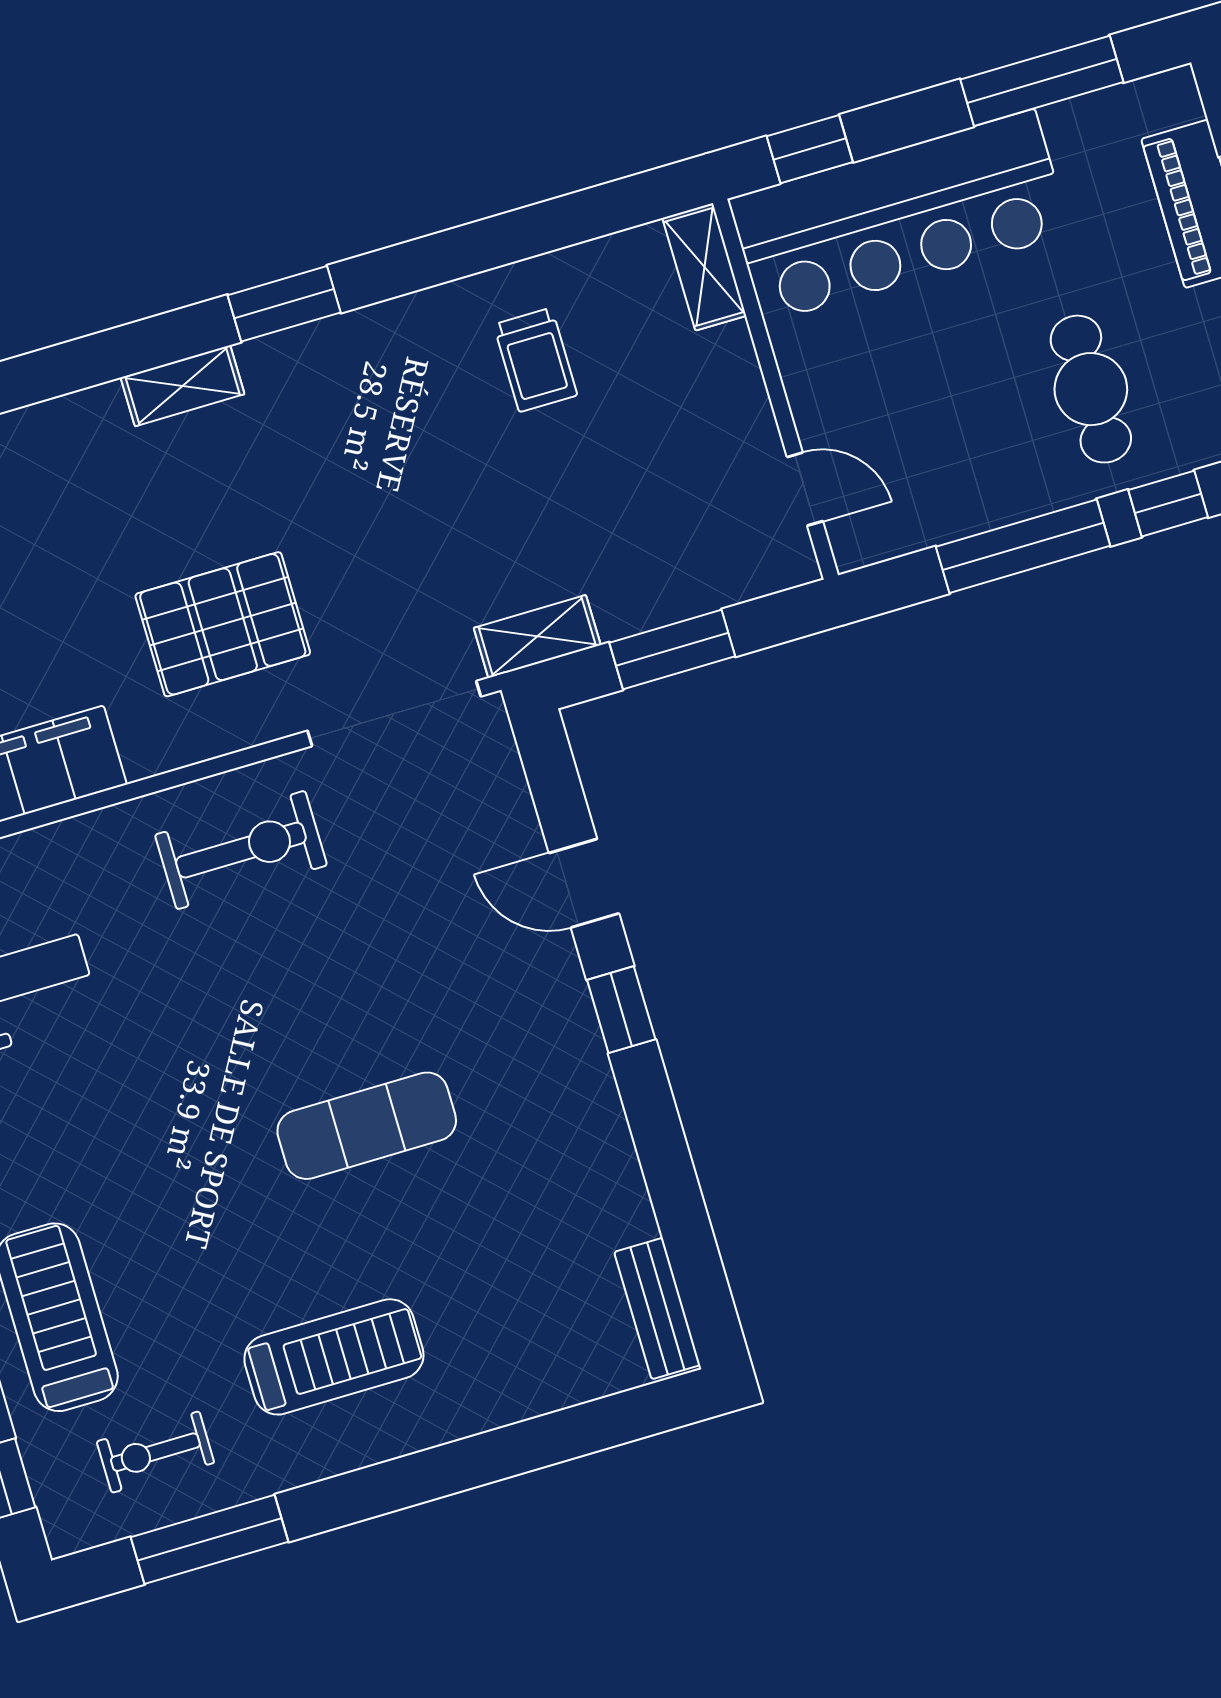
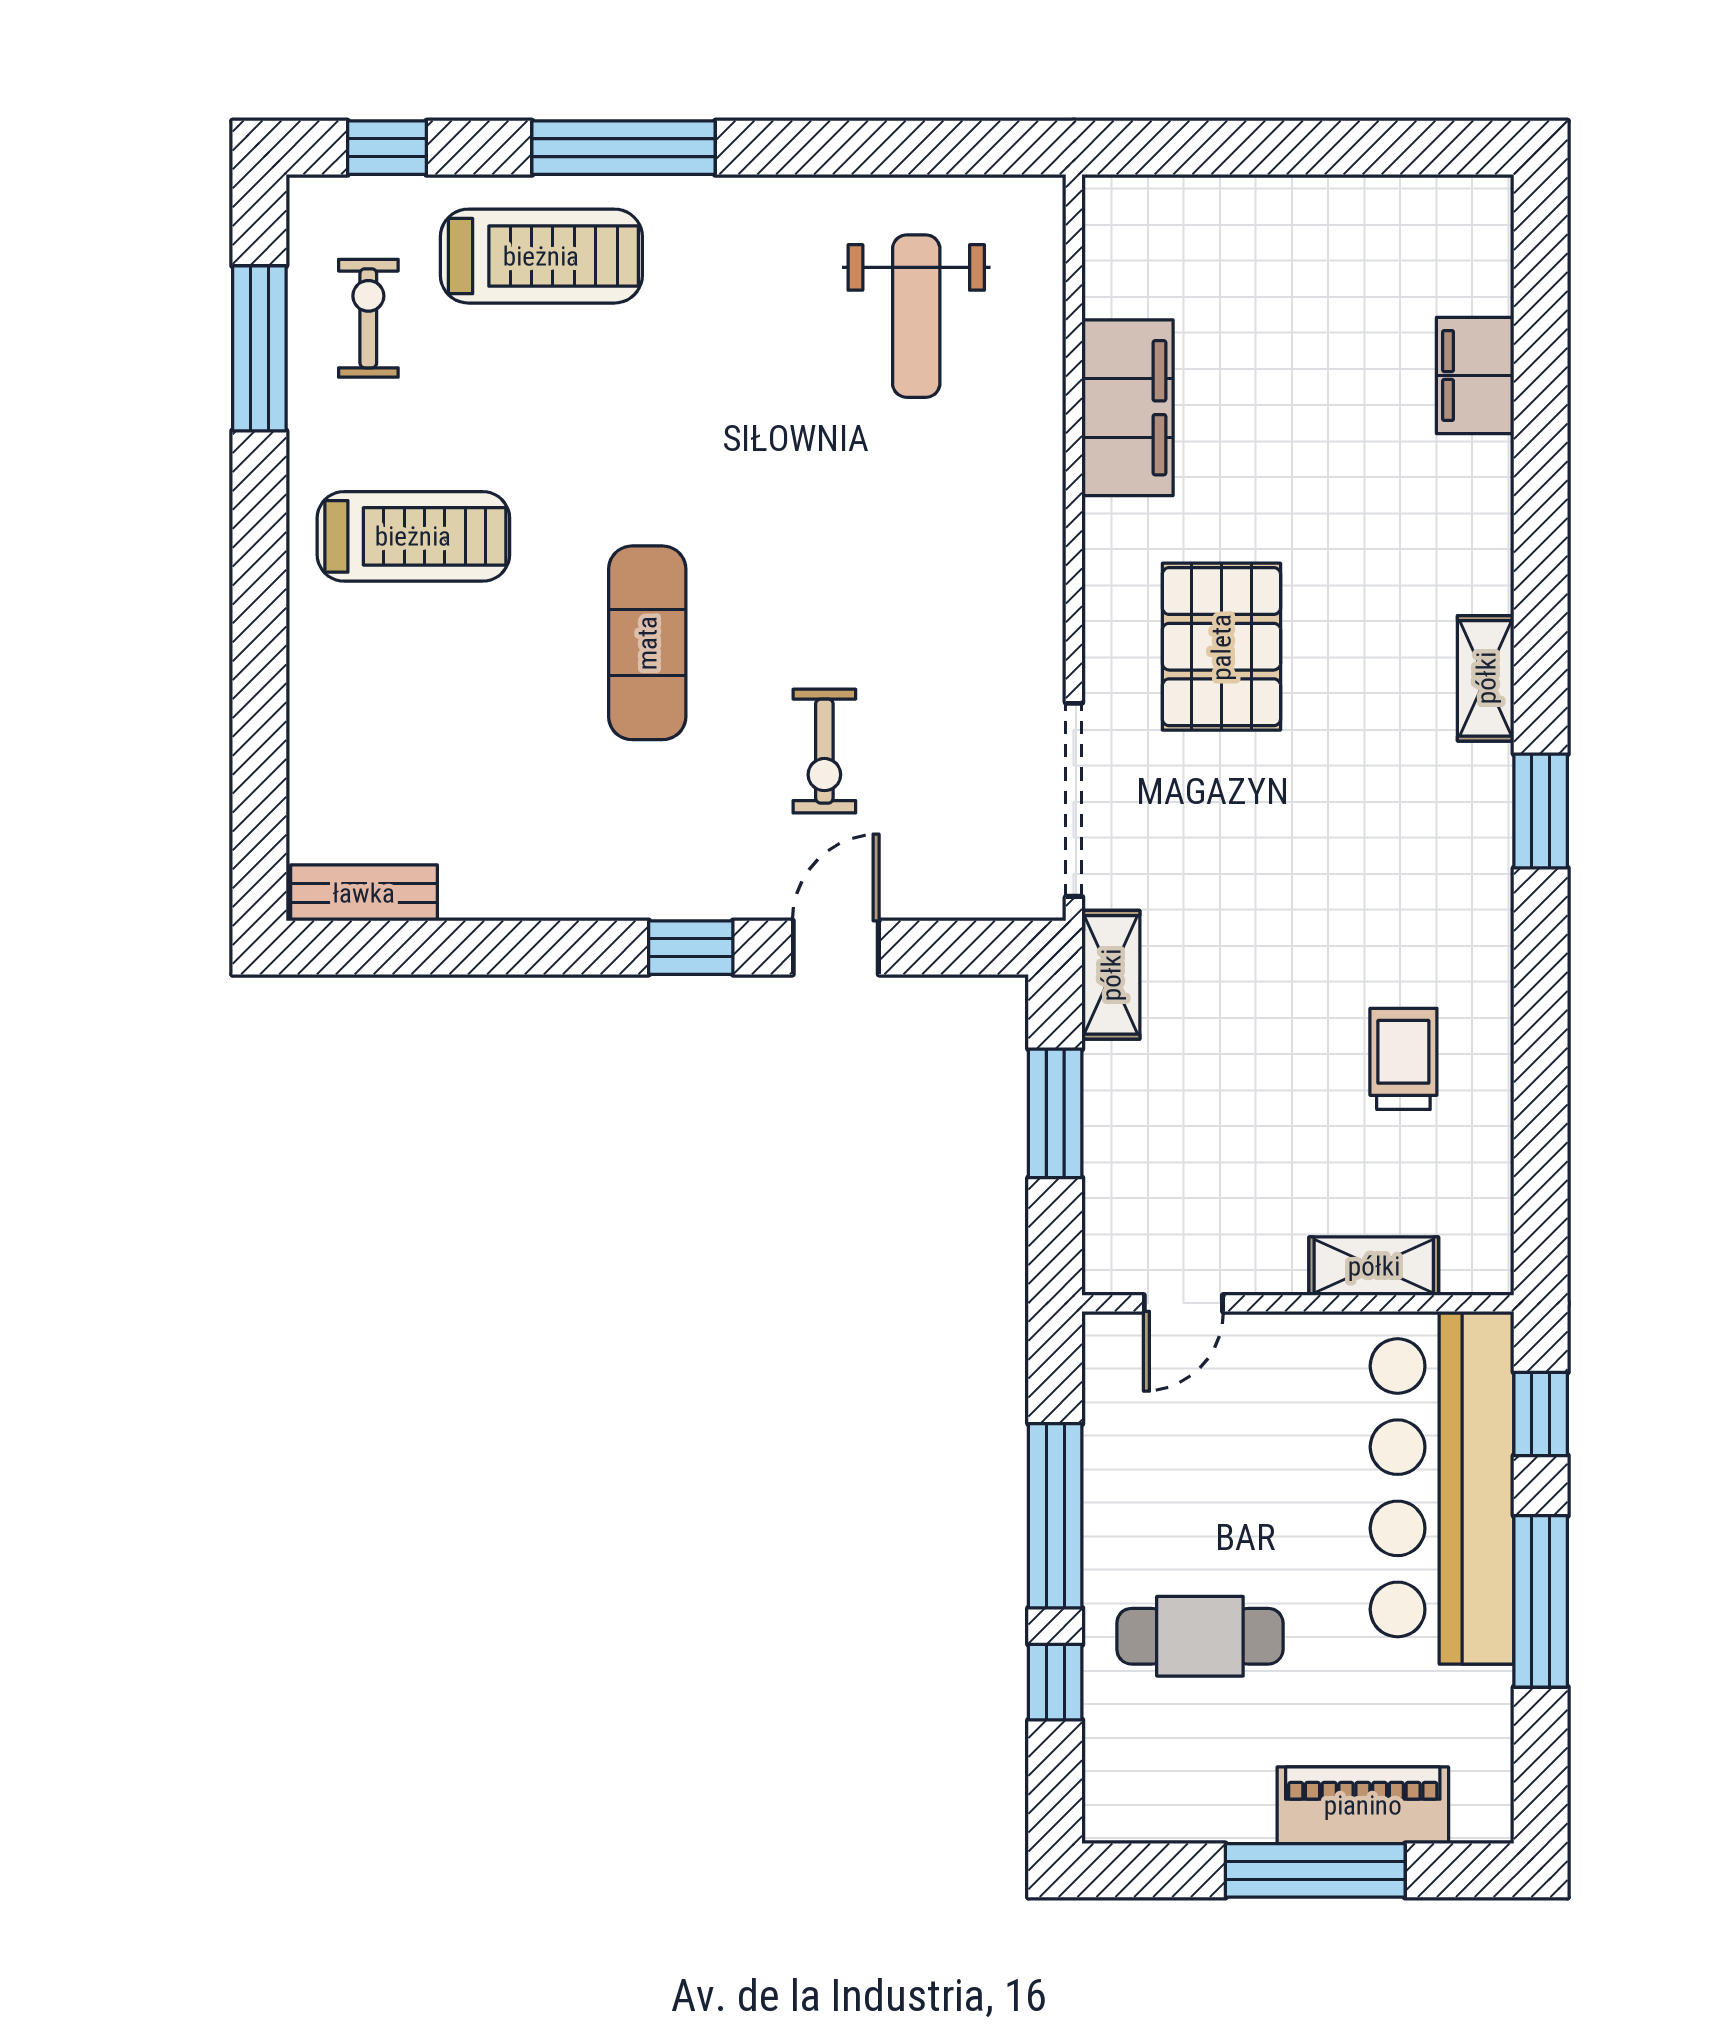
window: (1042, 81) -> (1541, 1601), moved
shelving: (704, 267) -> (1374, 1266), moved
trolley: (535, 360) -> (1403, 1059), turned 90
exercise bike: (241, 850) -> (824, 751), moved, width x0.73, depth x0.72
treadmill: (334, 1357) -> (413, 536), turned -90

